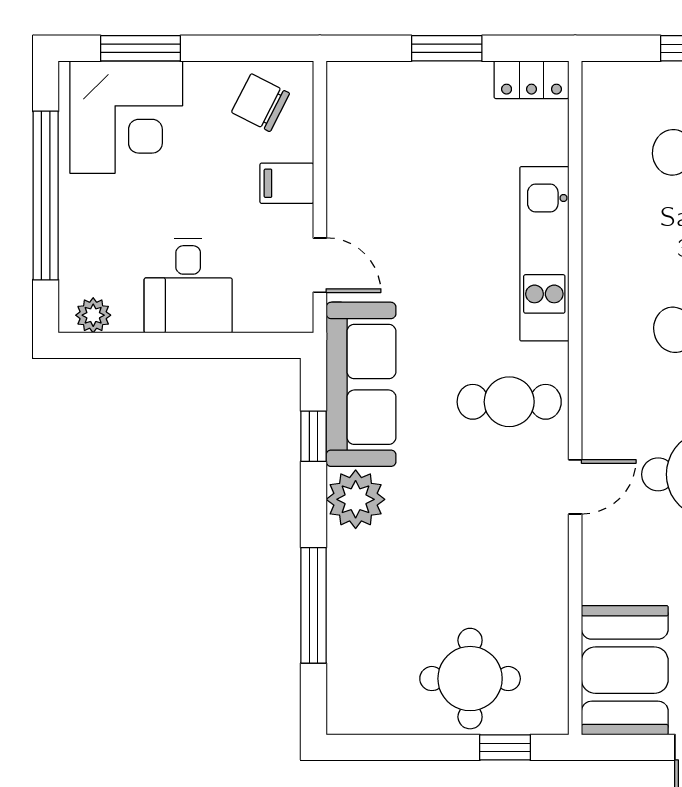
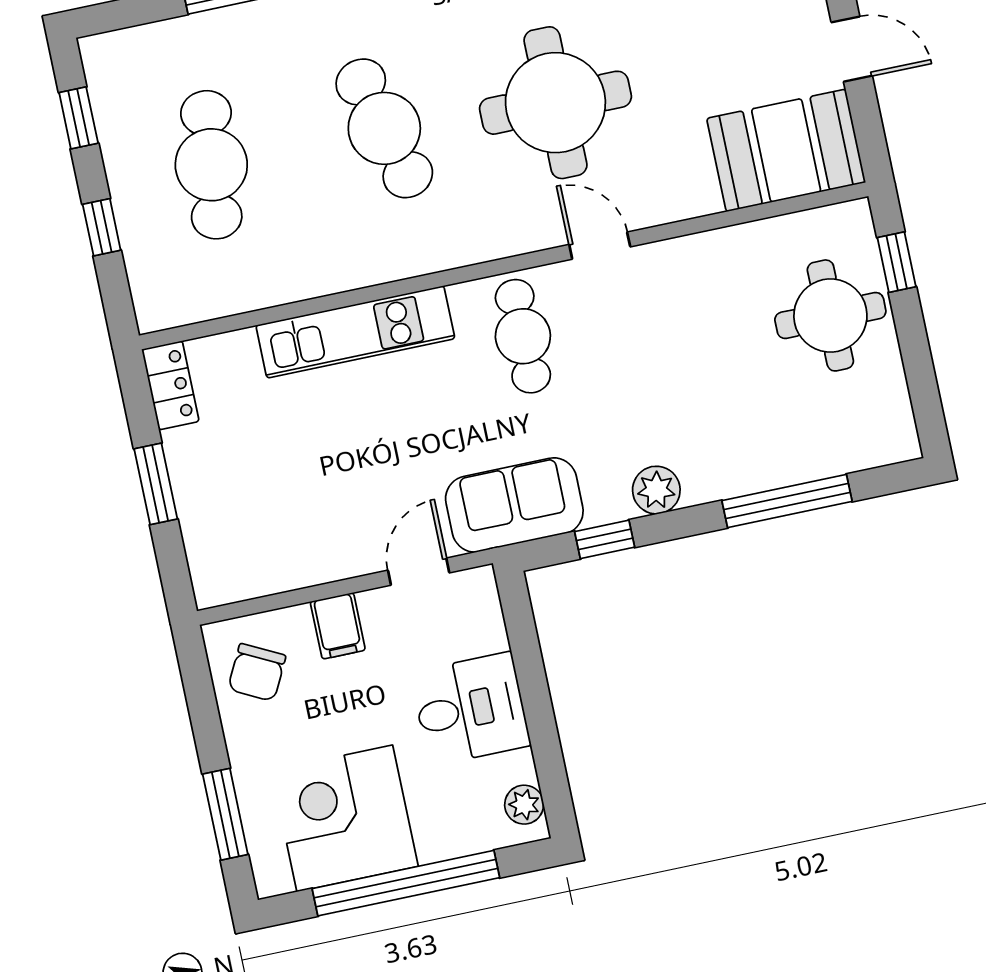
corner desk: (126, 117) -> (345, 818), moved, turned -90
sofa: (361, 384) -> (514, 505), width x0.73
plant: (356, 499) -> (656, 490), width x0.73, depth x0.73

